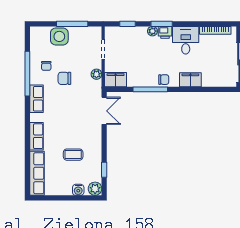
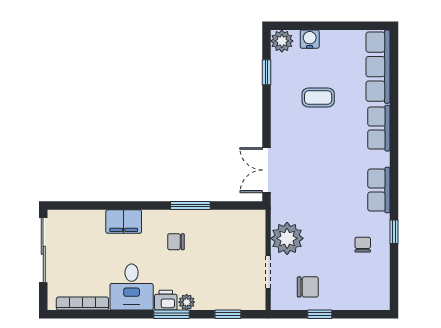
window: (72, 24) -> (320, 314), width x0.46
side table: (59, 36) -> (341, 293), removed
window: (27, 74) -> (394, 232), width x0.32
plant: (96, 74) -> (287, 238), width x1.88, depth x1.88
chair: (64, 78) -> (308, 287), moved
filing cabinet: (116, 80) -> (248, 222), removed
chair: (164, 80) -> (176, 242), moved
window: (150, 89) -> (190, 206), width x0.69

